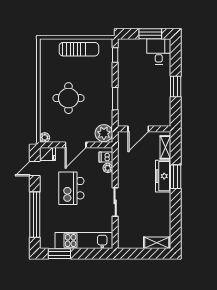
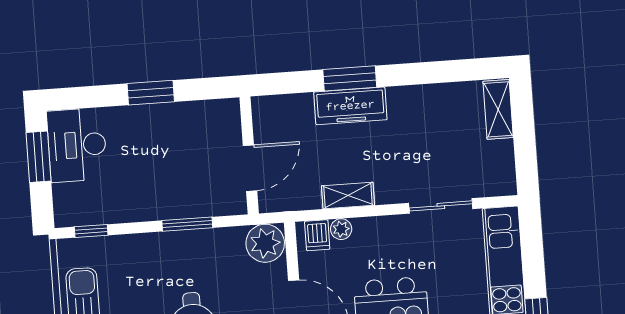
desk: (159, 51) -> (77, 145), width x1.37
door: (138, 129) -> (250, 168), hinge flipped
shelving: (165, 147) -> (348, 196), moved
sliding door: (115, 202) -> (441, 206), moved

